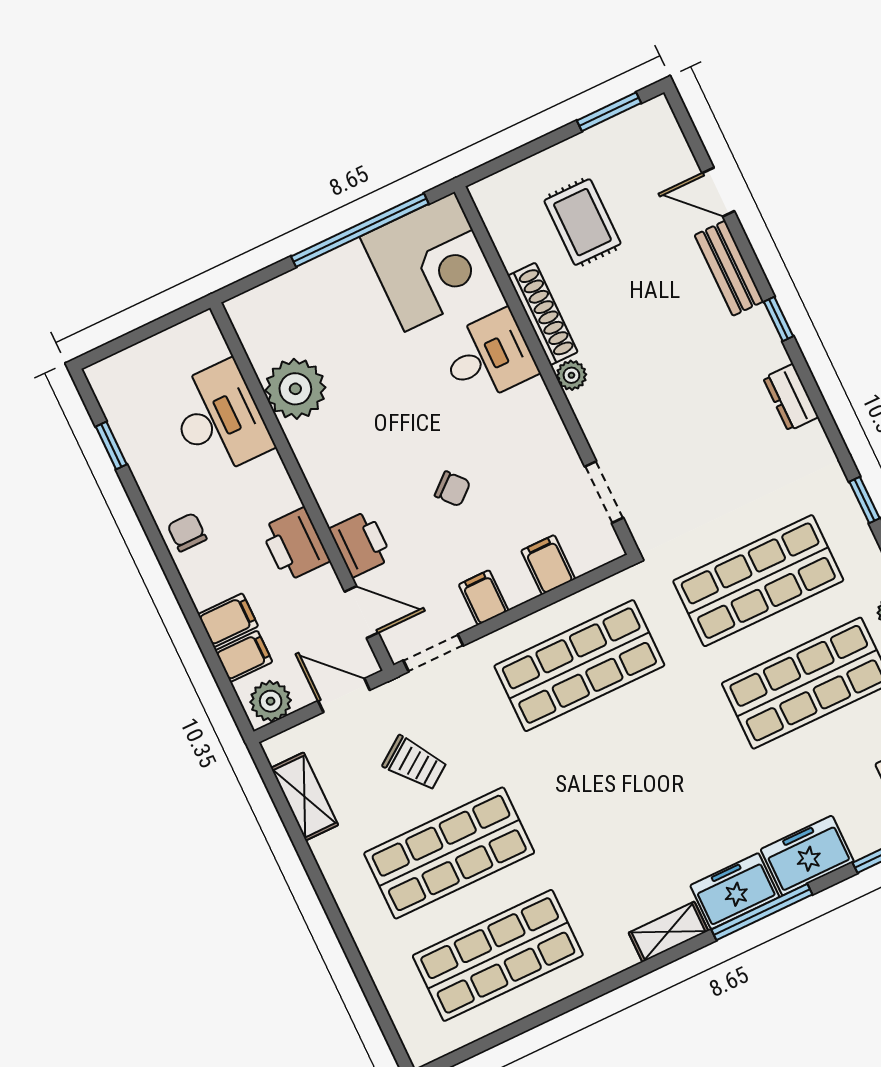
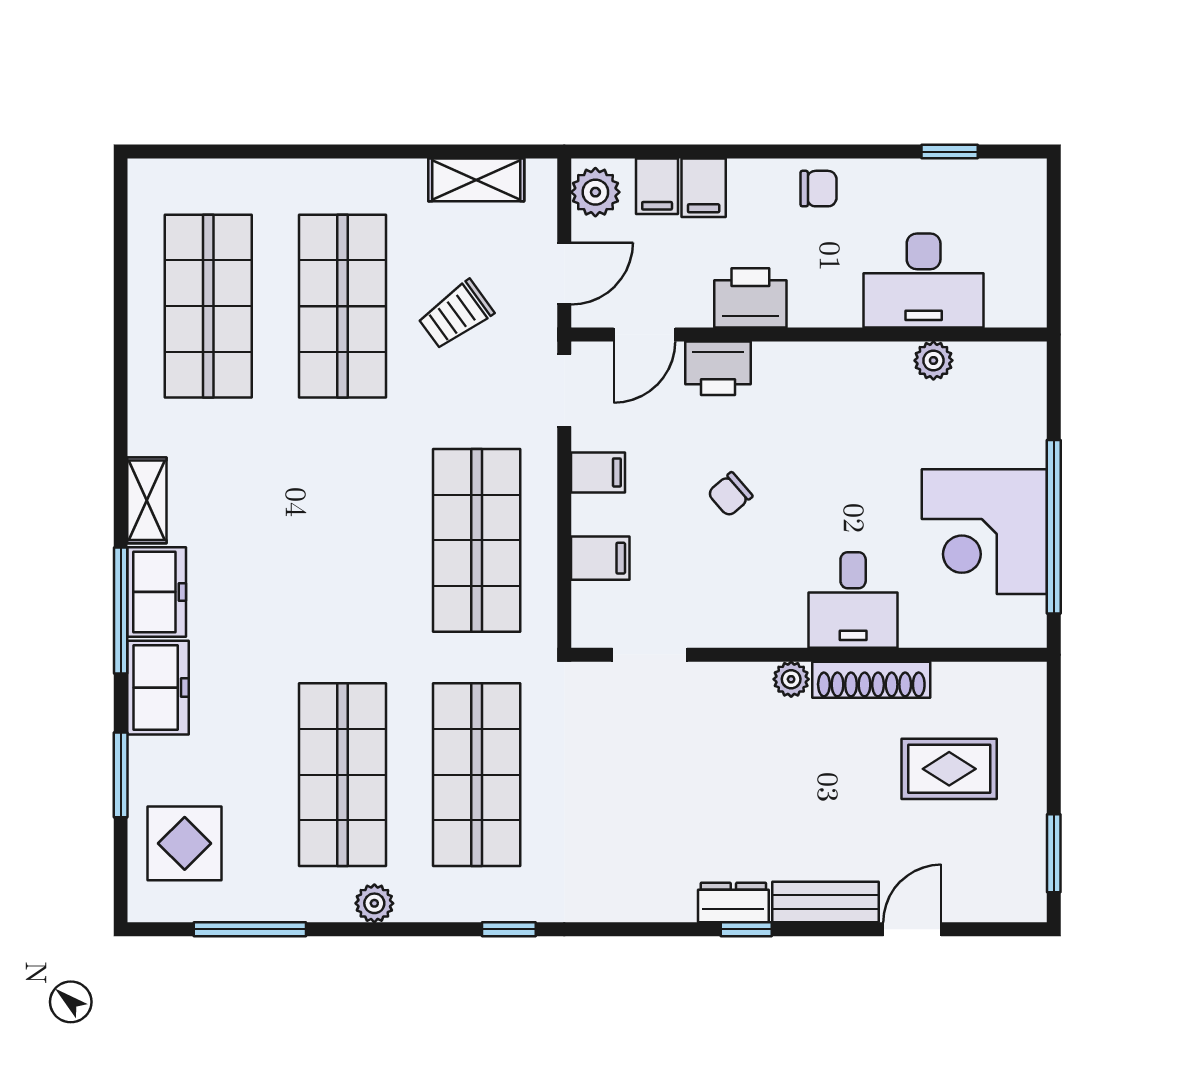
corner desk: (430, 262) -> (984, 532), moved
plant: (295, 389) -> (933, 360), width x0.53, depth x0.53
dresser: (791, 397) -> (733, 902), moved

